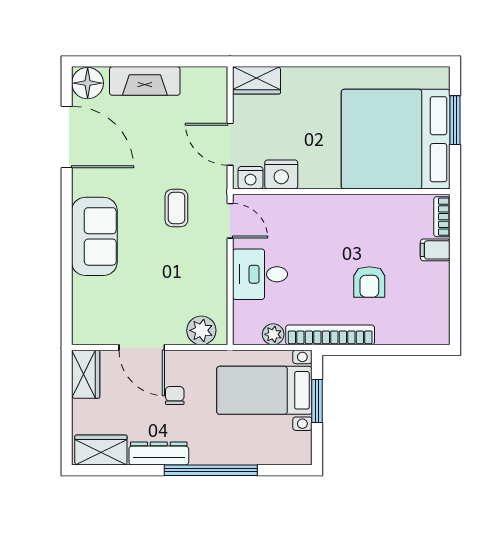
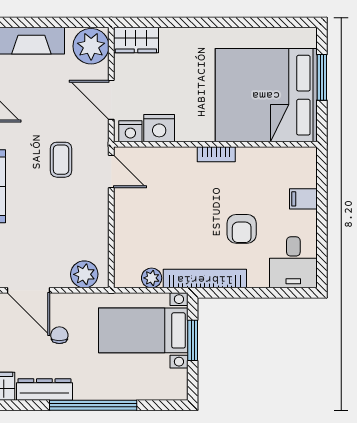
plant: (208, 87) -> (91, 46), added
bookcase: (442, 217) -> (216, 154), moved, turned -90
desk: (260, 274) -> (293, 262), moved, turned -90

